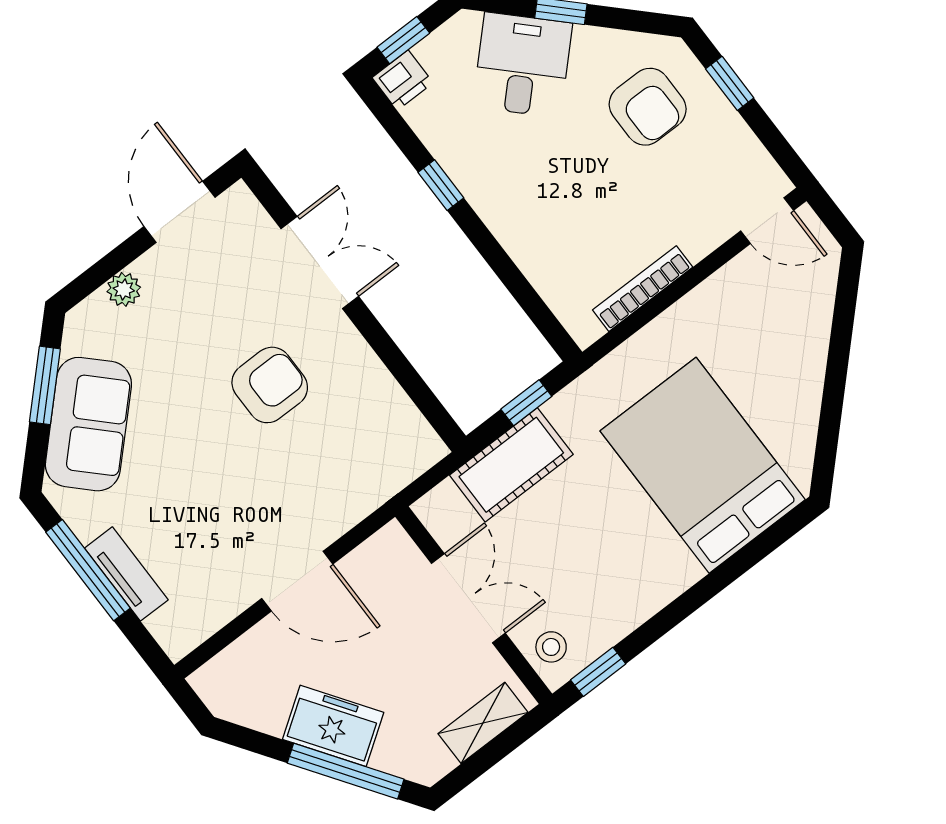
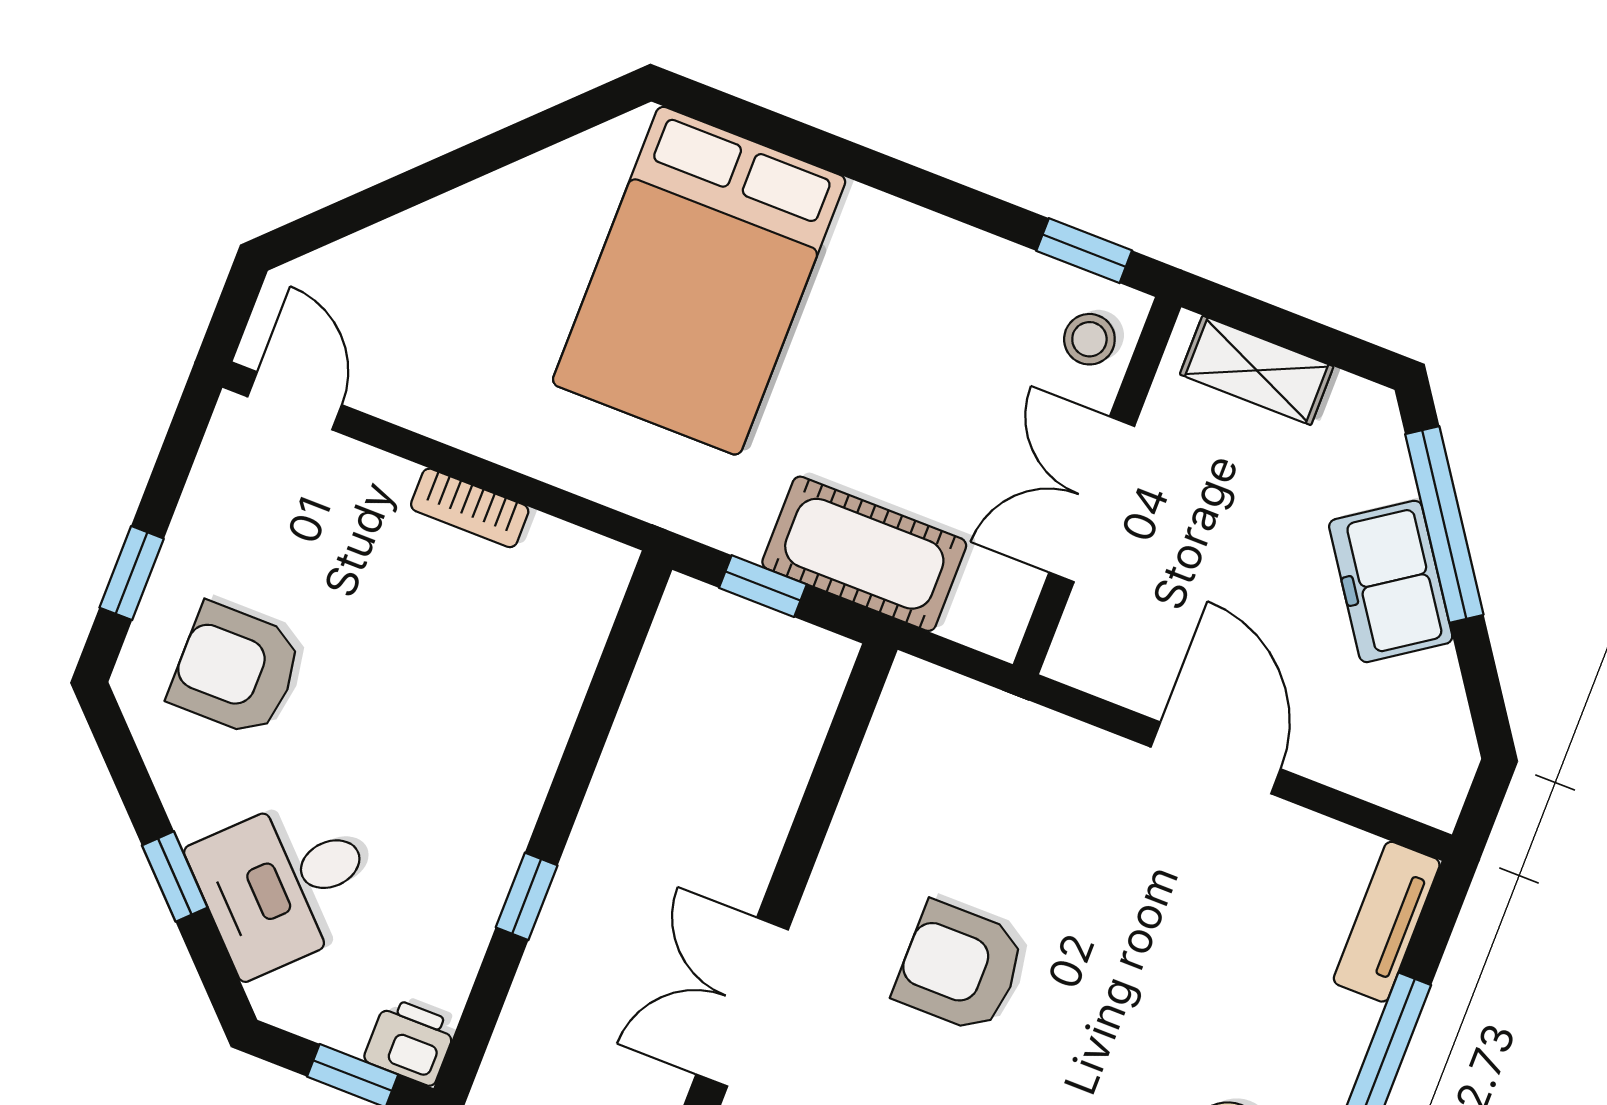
armchair: (648, 107) -> (236, 670), turned -90
bookcase: (643, 289) -> (470, 508), width x0.64
tv unit: (126, 574) -> (1387, 922), moved

